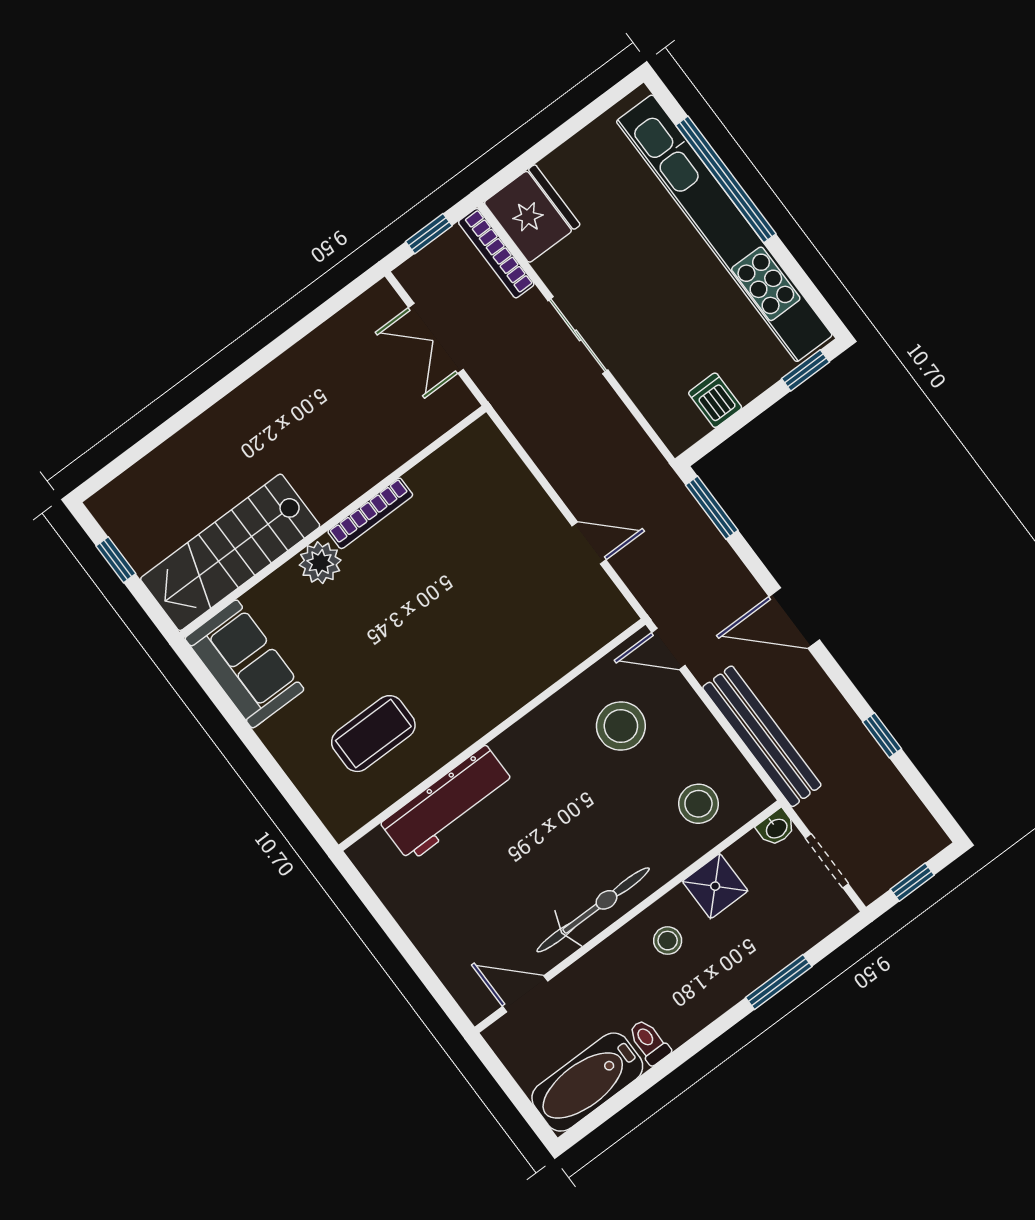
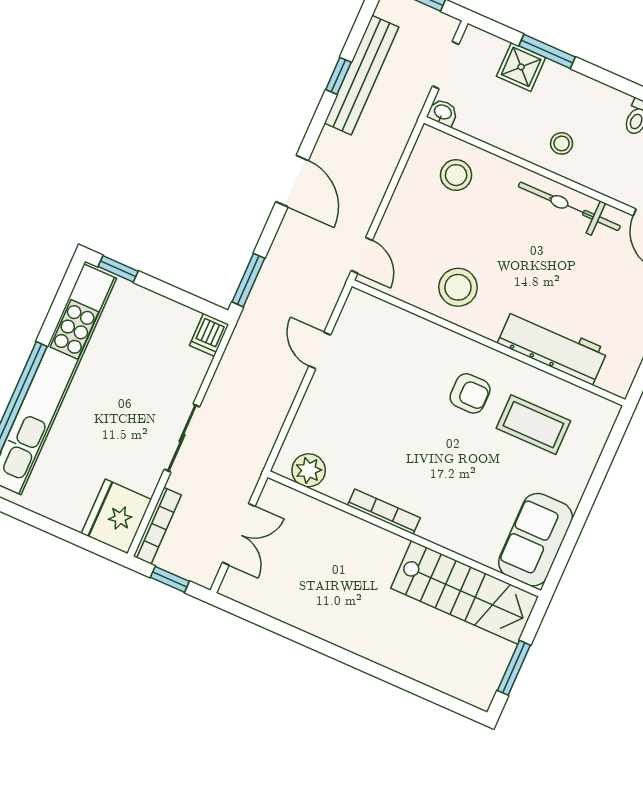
dishwasher: (715, 400) -> (209, 335), moved
window: (116, 560) -> (514, 668), width x1.50
plant: (320, 563) -> (309, 470), moved
armchair: (448, 683) -> (470, 393), added
stool: (621, 726) -> (458, 287), moved
bench: (762, 736) -> (361, 75), moved
shower: (715, 886) -> (521, 67), moved

